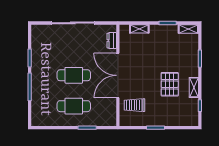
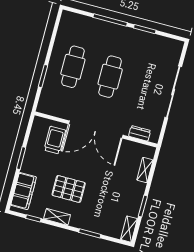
double door: (118, 75) -> (96, 130), swing flipped
filing cabinet: (181, 119) -> (24, 191), added

